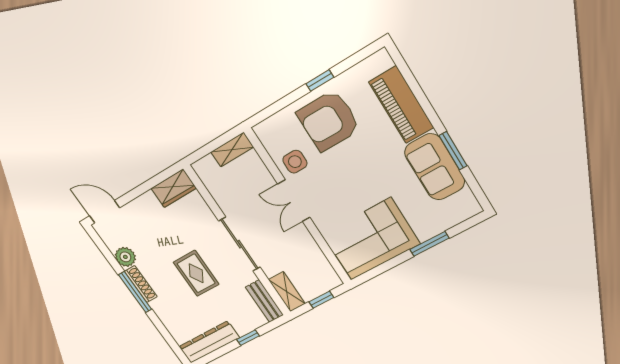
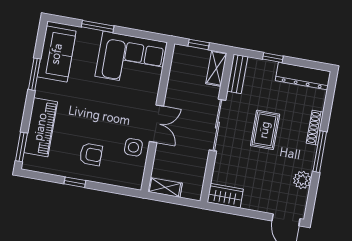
window: (404, 69) -> (21, 147), added
armchair: (329, 121) -> (91, 154), width x0.53, depth x0.53
sofa: (435, 167) -> (57, 54), moved
shoe rack: (141, 284) -> (315, 128), moved

